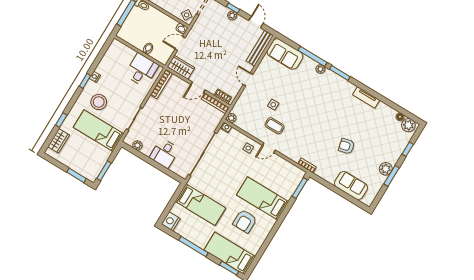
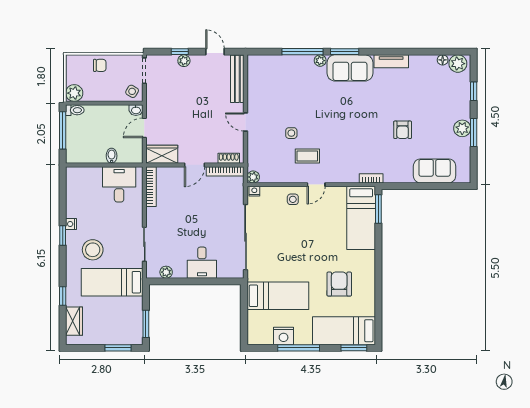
sofa: (285, 54) -> (350, 68), moved
armchair: (347, 146) -> (403, 130), turned -76
bed: (263, 198) -> (361, 218), moved, turned -90
nightstand: (171, 221) -> (284, 336), moved, turned -90
armchair: (245, 221) -> (339, 284), turned 180

